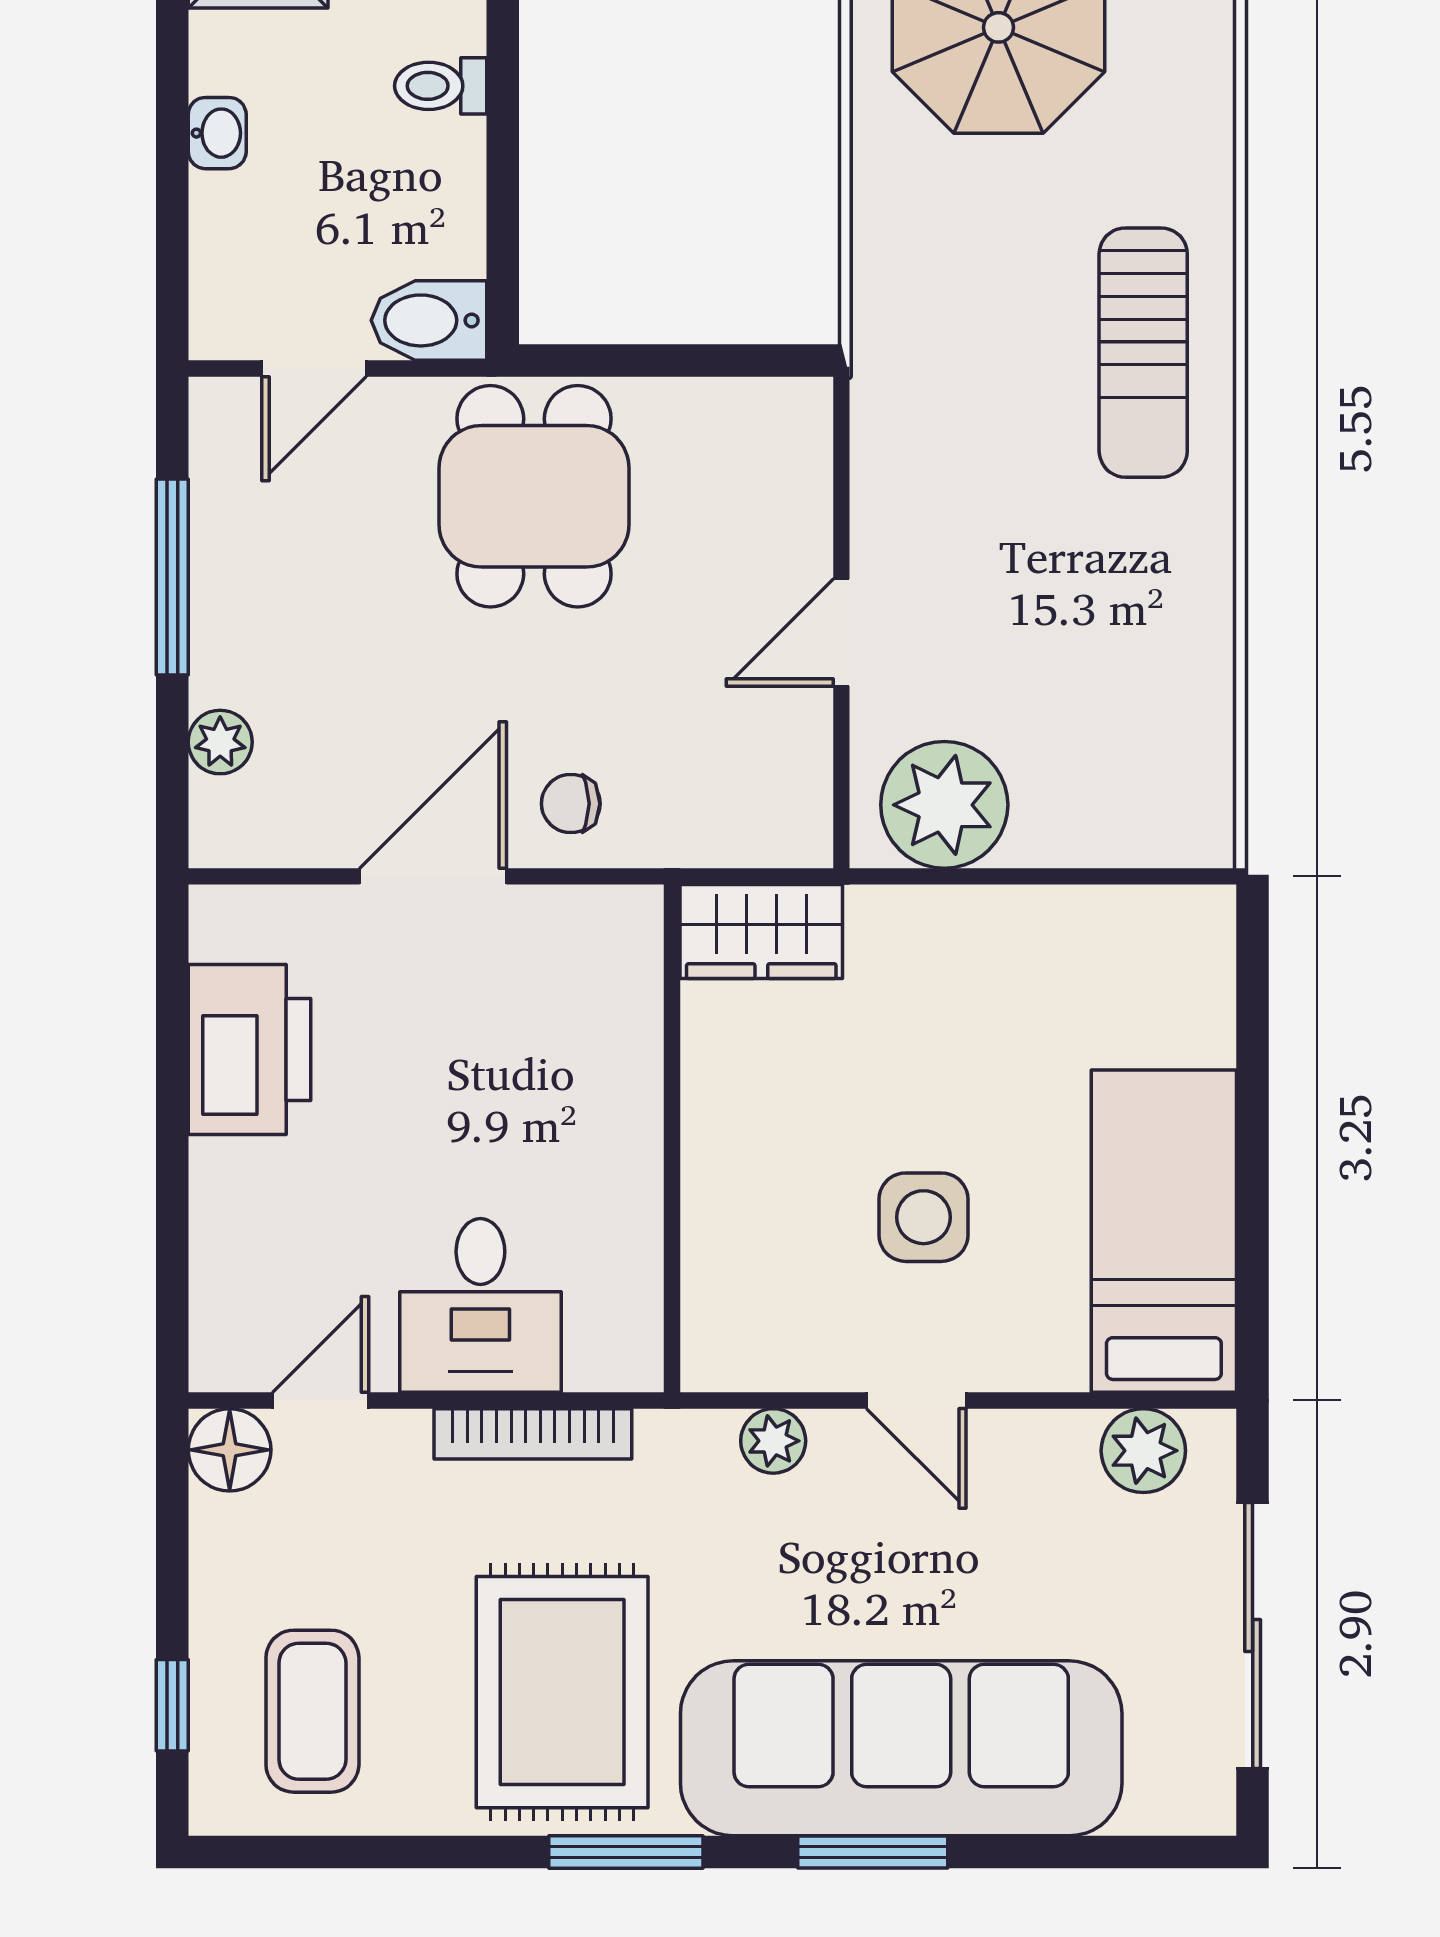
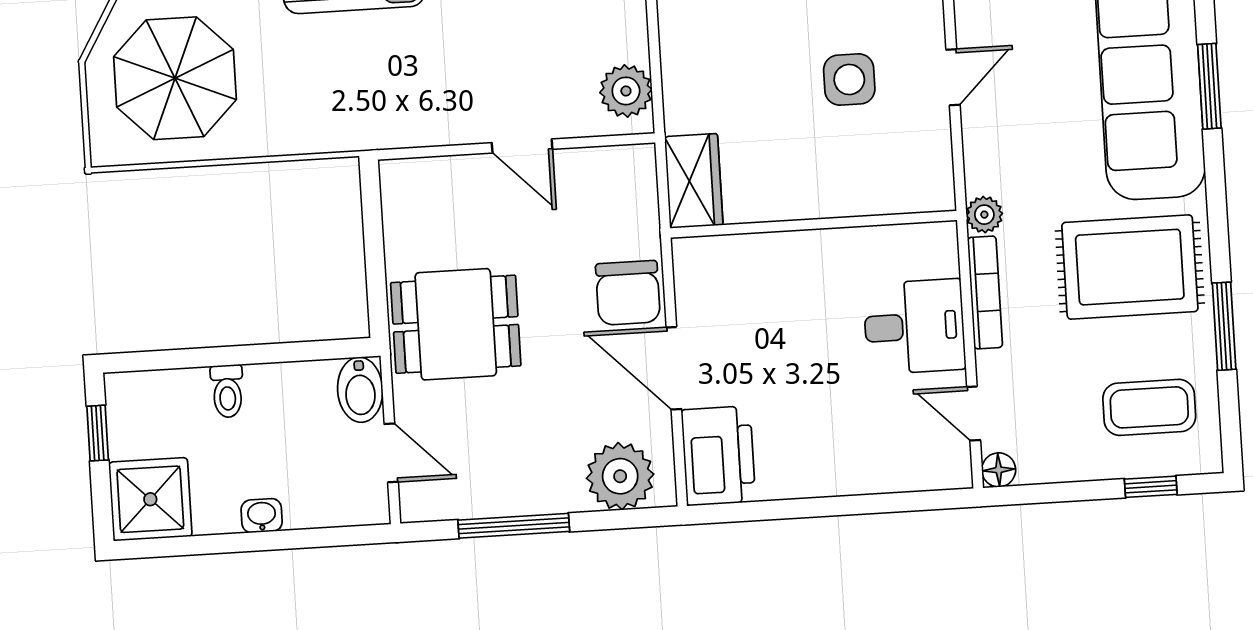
plant: (220, 742) -> (620, 476), width x1.88, depth x1.88
chair: (571, 804) -> (628, 293), width x1.87, depth x1.87
plant: (944, 805) -> (626, 91), width x0.73, depth x0.73
printer: (249, 1050) -> (718, 456), moved, turned 90
plant: (773, 1441) -> (984, 215), moved
floor lamp: (230, 1450) -> (999, 470), width x0.73, depth x0.73
window: (626, 1852) -> (1224, 326), moved

